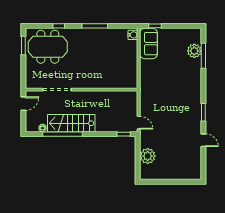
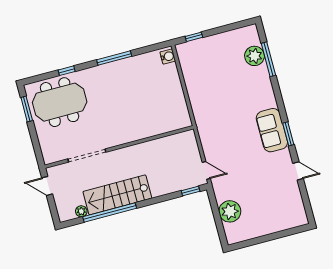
sofa: (149, 44) -> (272, 130), moved, turned 180
door: (23, 104) -> (47, 186), swing flipped

